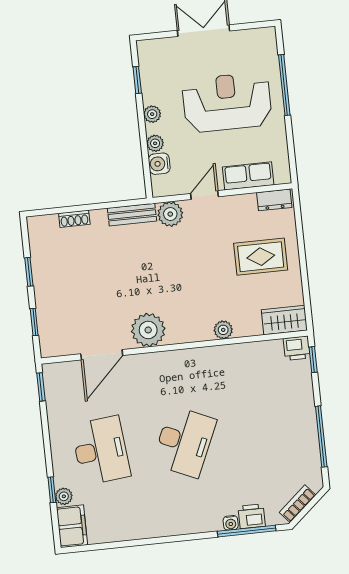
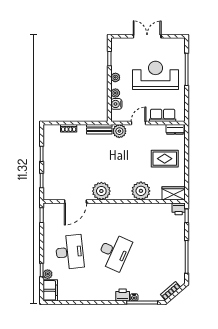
plant: (223, 330) -> (141, 191), width x1.87, depth x1.87
printer: (252, 516) -> (123, 295), moved

